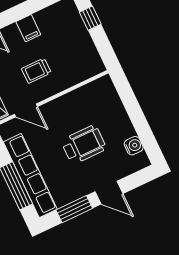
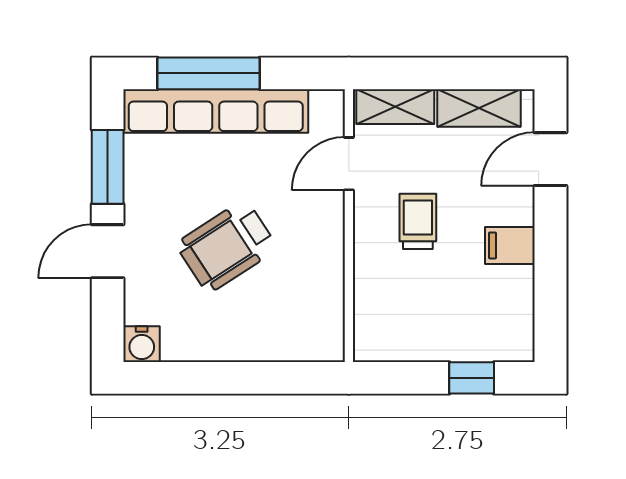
wheelchair: (84, 145) -> (227, 246), turned 57
water cooler: (134, 146) -> (142, 344), moved

